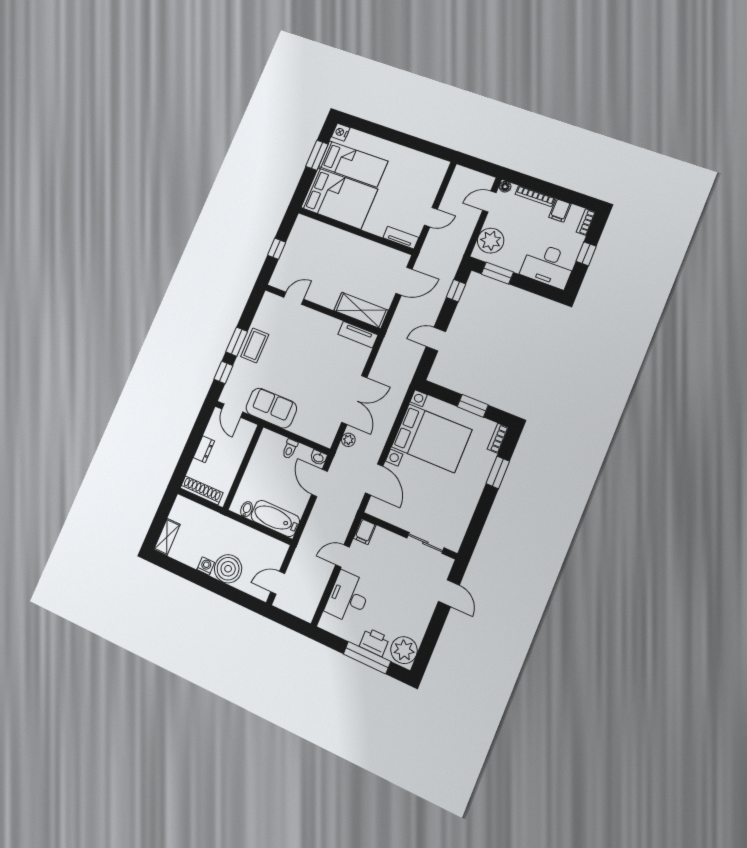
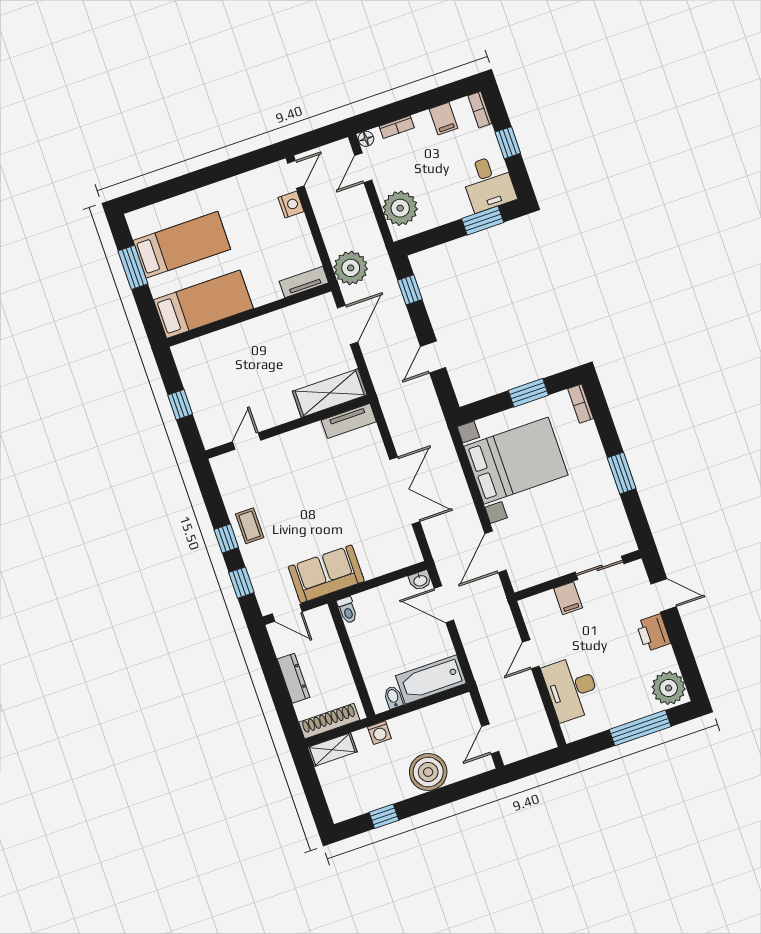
nightstand: (341, 132) -> (291, 205), moved, turned 180
bookcase: (535, 196) -> (397, 127), width x0.64
bed: (339, 198) -> (203, 304), width x0.67
door: (431, 217) -> (296, 174), moved
desk: (548, 265) -> (488, 183), width x0.73
window: (497, 273) -> (483, 220), moved
window: (237, 342) -> (226, 539), width x0.67
coffee table: (255, 346) -> (250, 526), width x0.73, depth x0.77
plant: (348, 440) -> (351, 268), moved, width x1.87, depth x1.87
dresser: (204, 449) -> (293, 678), width x1.44
toilet: (290, 449) -> (347, 610), moved
window: (498, 472) -> (622, 473), moved
door: (374, 480) -> (495, 552), swing flipped
filing cabinet: (365, 532) -> (568, 598), moved
shelving: (167, 537) -> (332, 750), moved, turned 90
washing machine: (206, 566) -> (379, 733), moved, turned 180
window: (183, 571) -> (384, 816), added
printer: (374, 642) -> (653, 633), moved, turned -90

